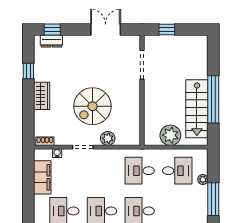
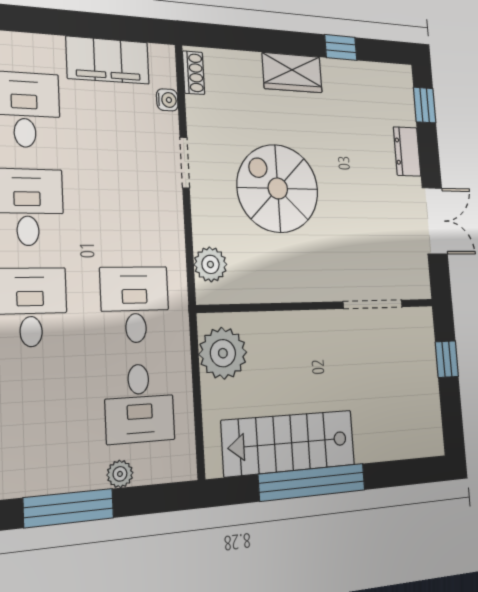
dresser: (51, 41) -> (407, 151), moved
plant: (170, 135) -> (223, 353), moved
plant: (108, 138) -> (210, 264), moved

